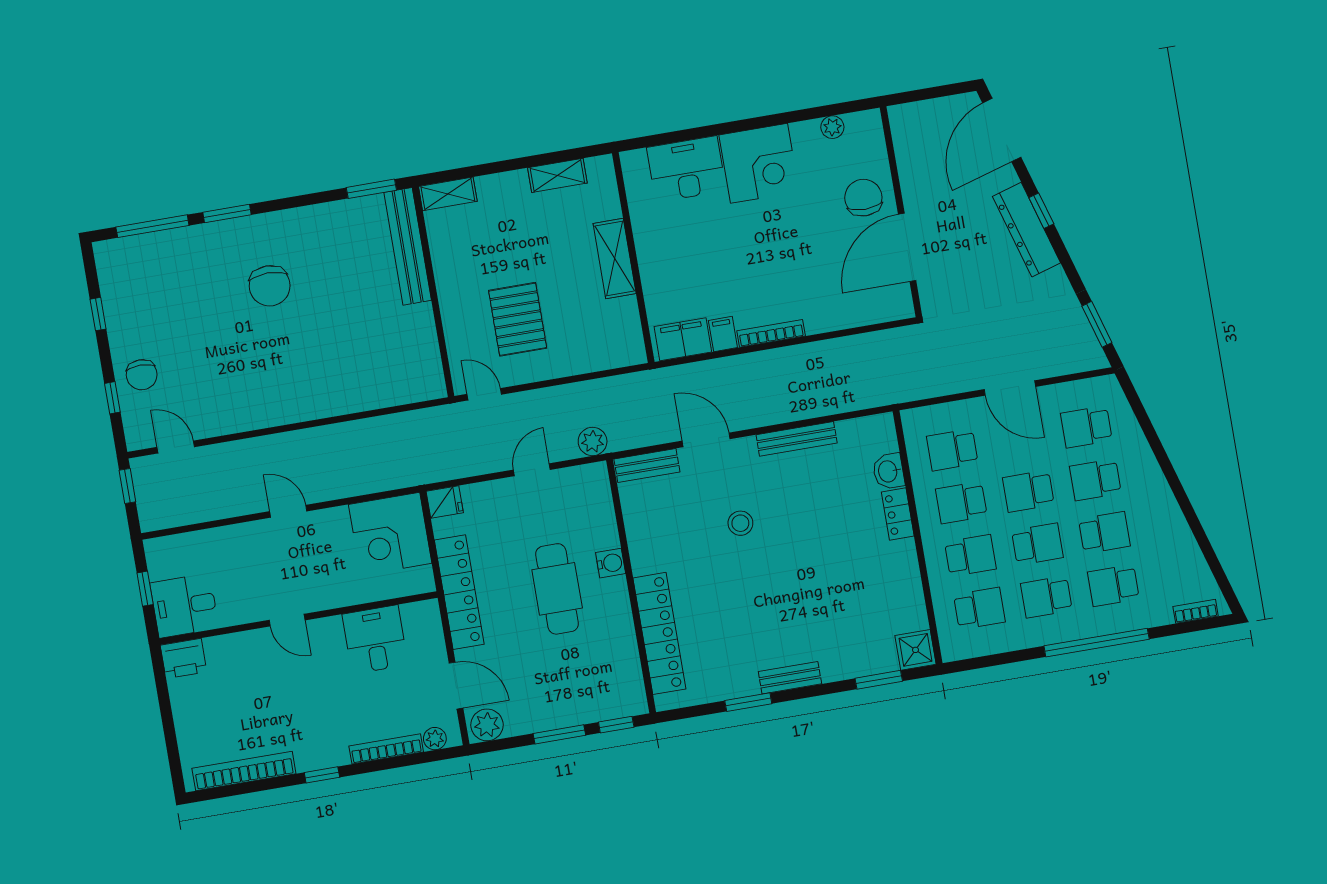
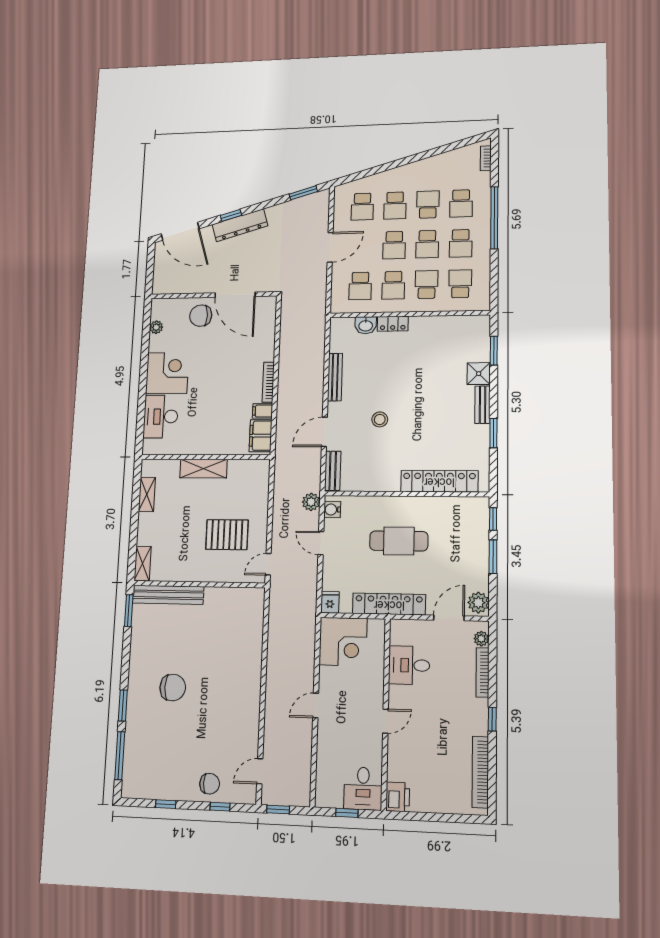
school desk: (1037, 544) -> (427, 244), turned 180
water cooler: (611, 563) -> (332, 510), moved, turned -90
shower: (915, 650) -> (479, 374), moved

